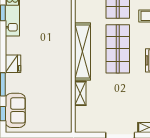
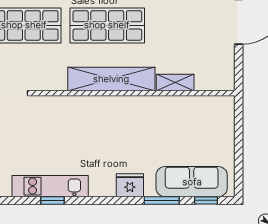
sofa: (15, 110) -> (192, 182), width x1.36

